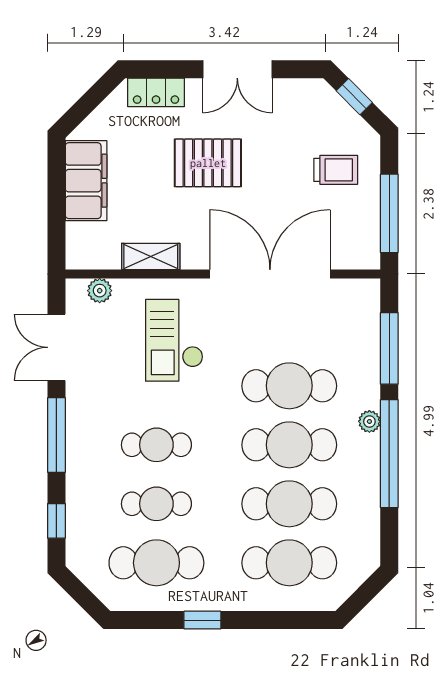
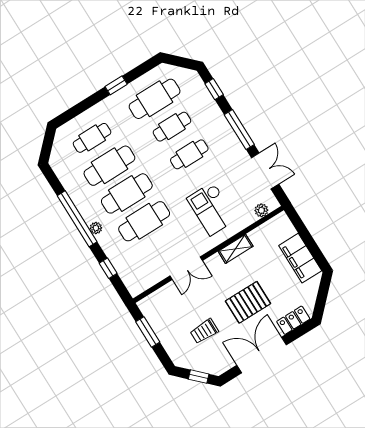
double door: (237, 69) -> (262, 355), width x1.37
trolley: (336, 170) -> (204, 331), moved
window: (389, 213) -> (148, 332), width x0.69
shelving: (151, 256) -> (236, 249), moved
double door: (270, 274) -> (186, 268), width x0.54
checkout: (174, 340) -> (212, 209), turned 180
window: (389, 348) -> (108, 268), width x0.46
cafe table: (289, 563) -> (92, 138), width x0.73, depth x0.74

